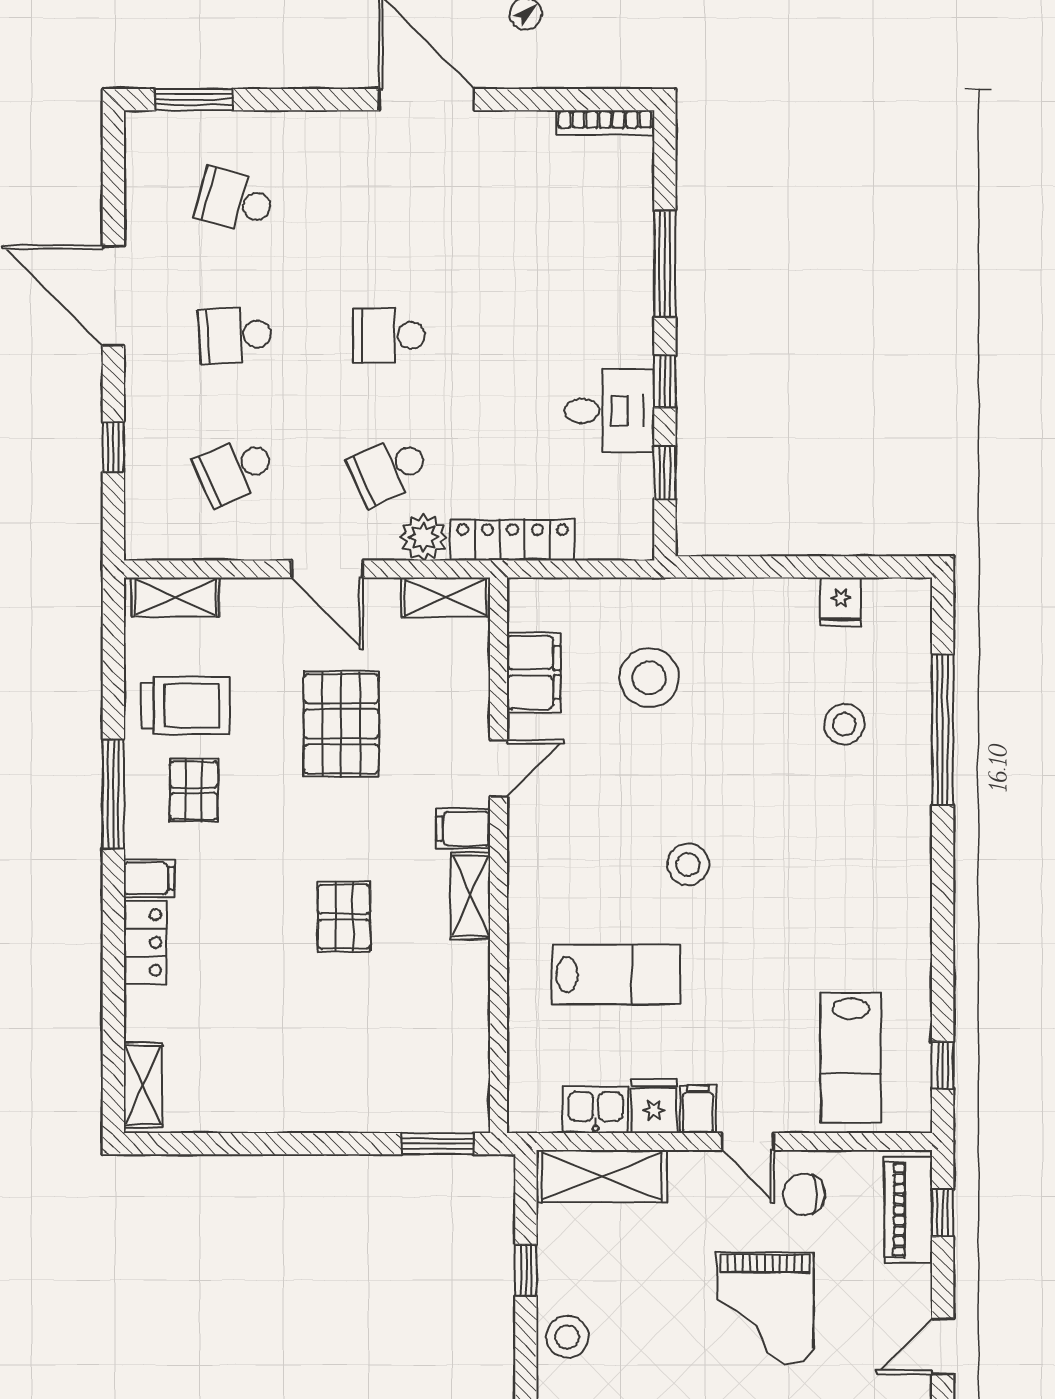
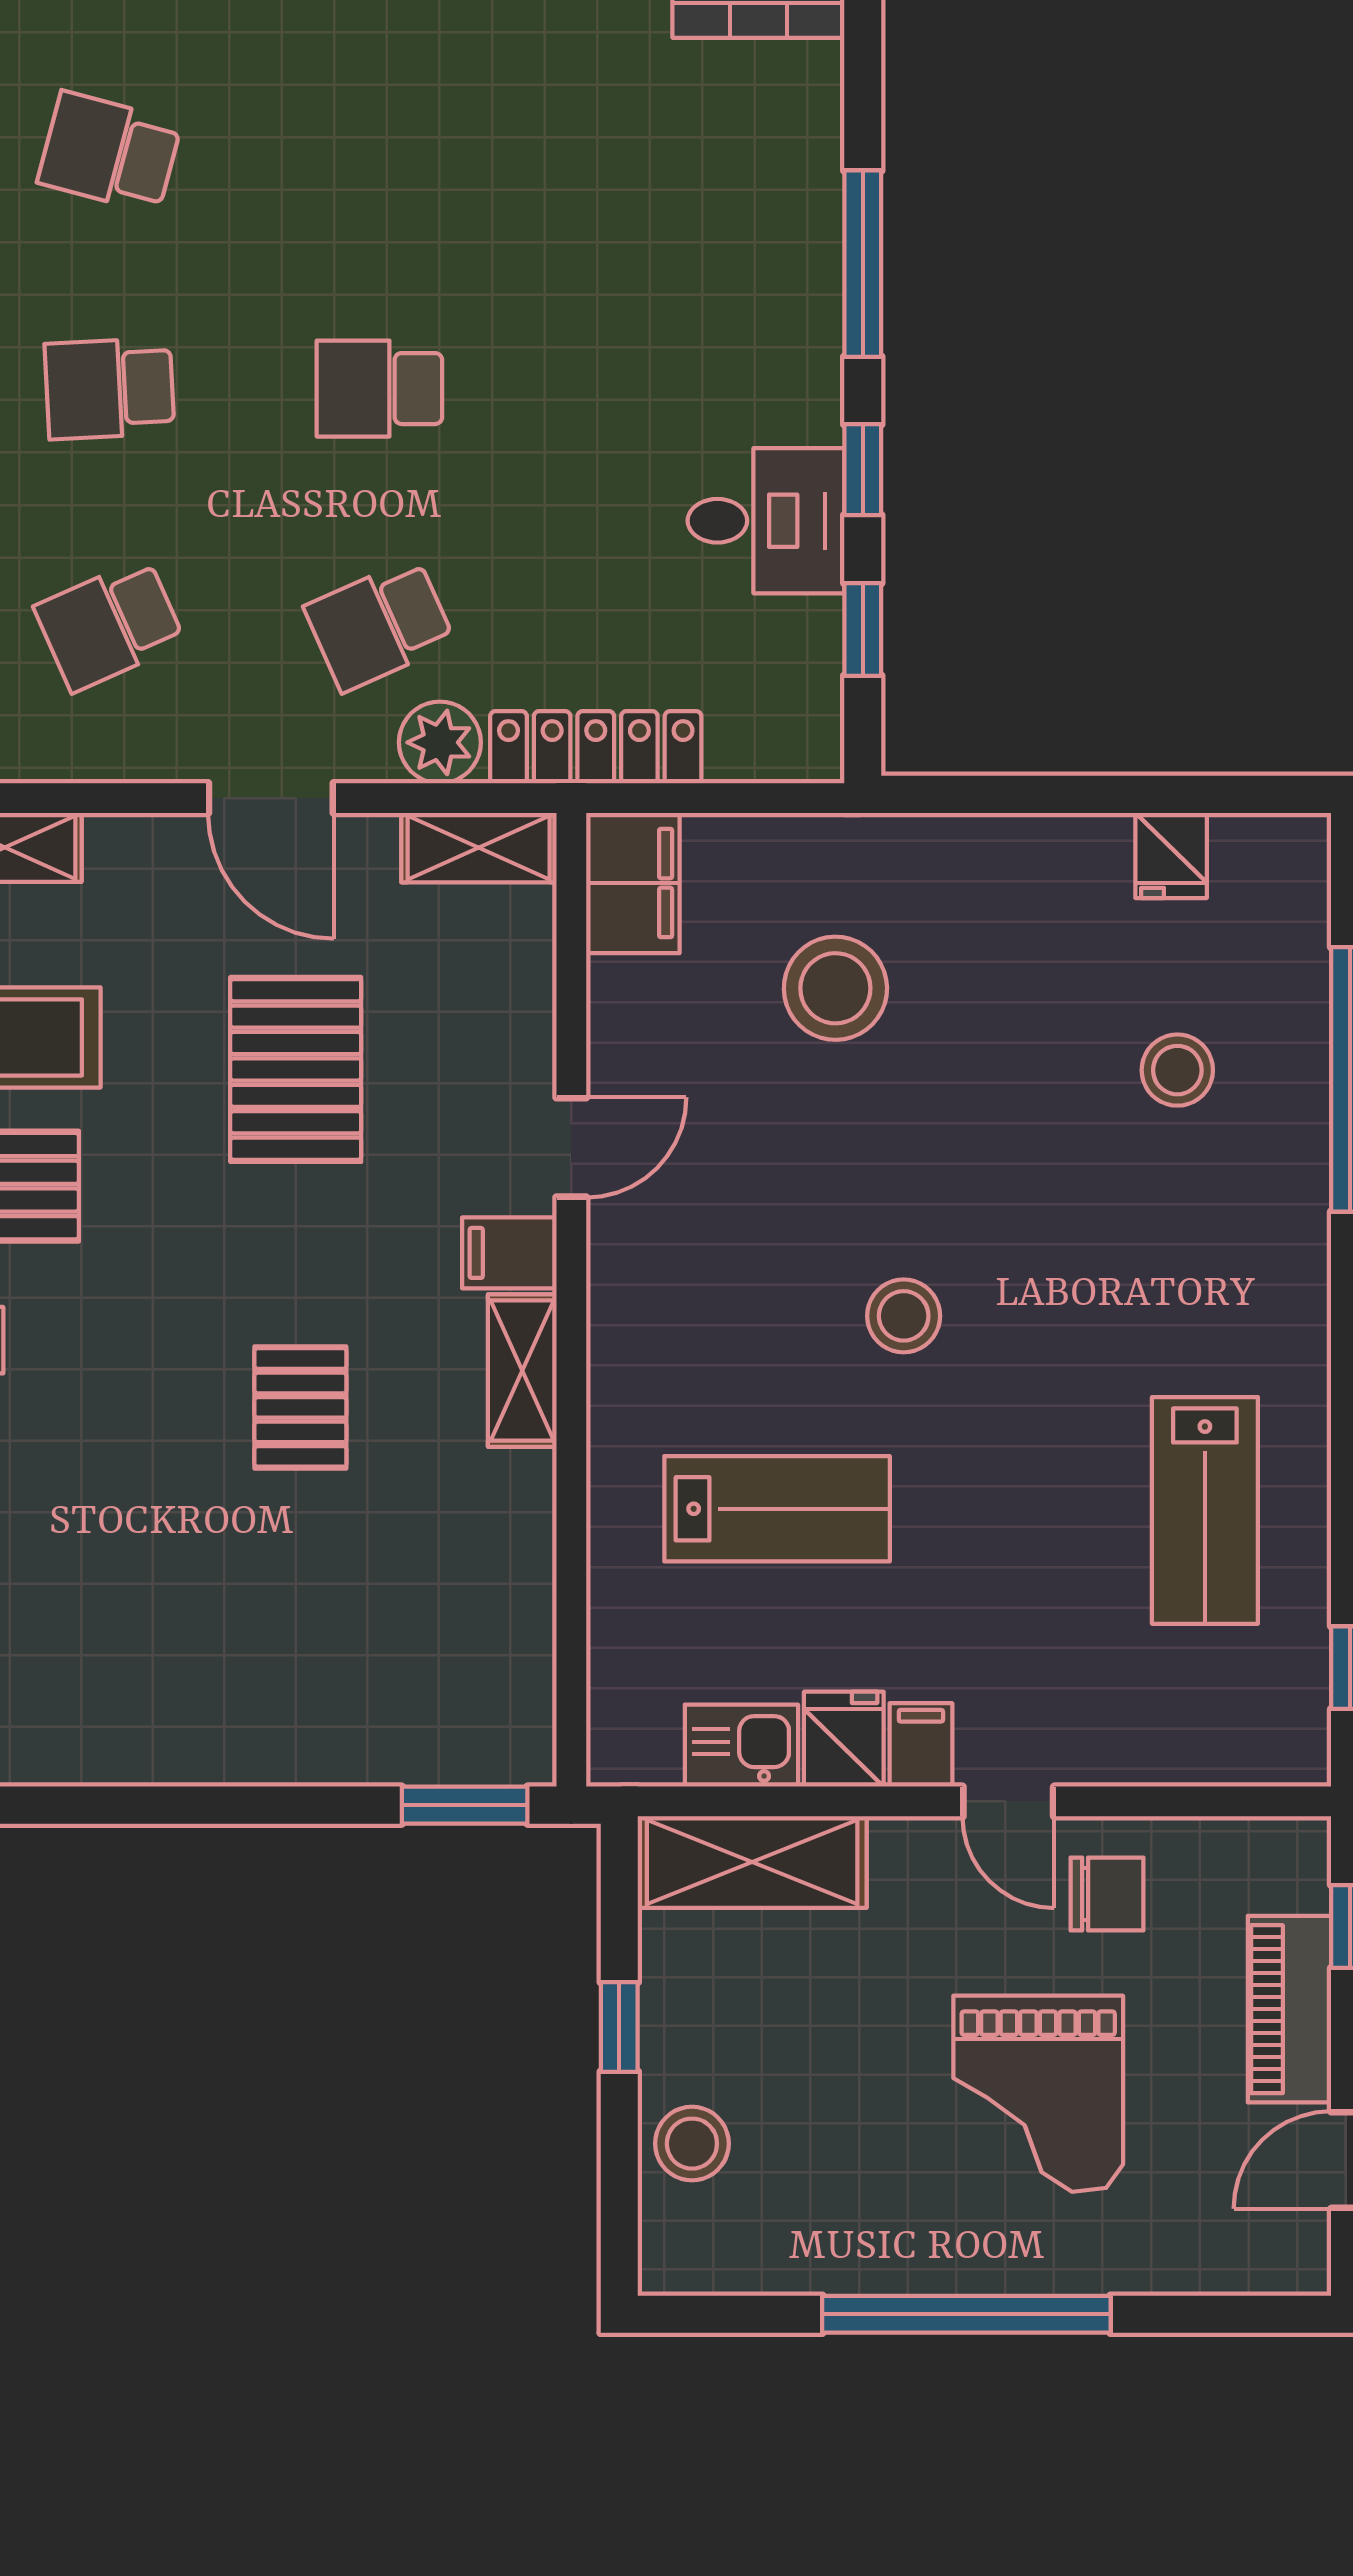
filing cabinet: (534, 673) -> (633, 883), moved
lab bench: (851, 1058) -> (1205, 1510), moved
chair: (804, 1194) -> (1107, 1894), turned 180
piano: (908, 1210) -> (1289, 2009), moved

